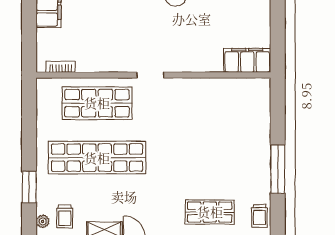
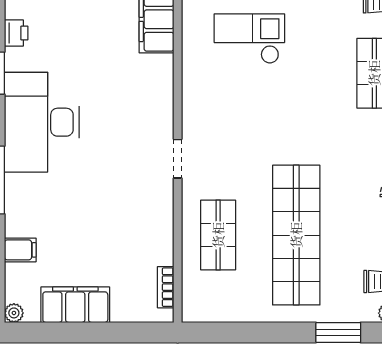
shop shelf: (97, 103) -> (218, 235), width x0.70, depth x0.74
checkout: (234, 125) -> (249, 39), added

